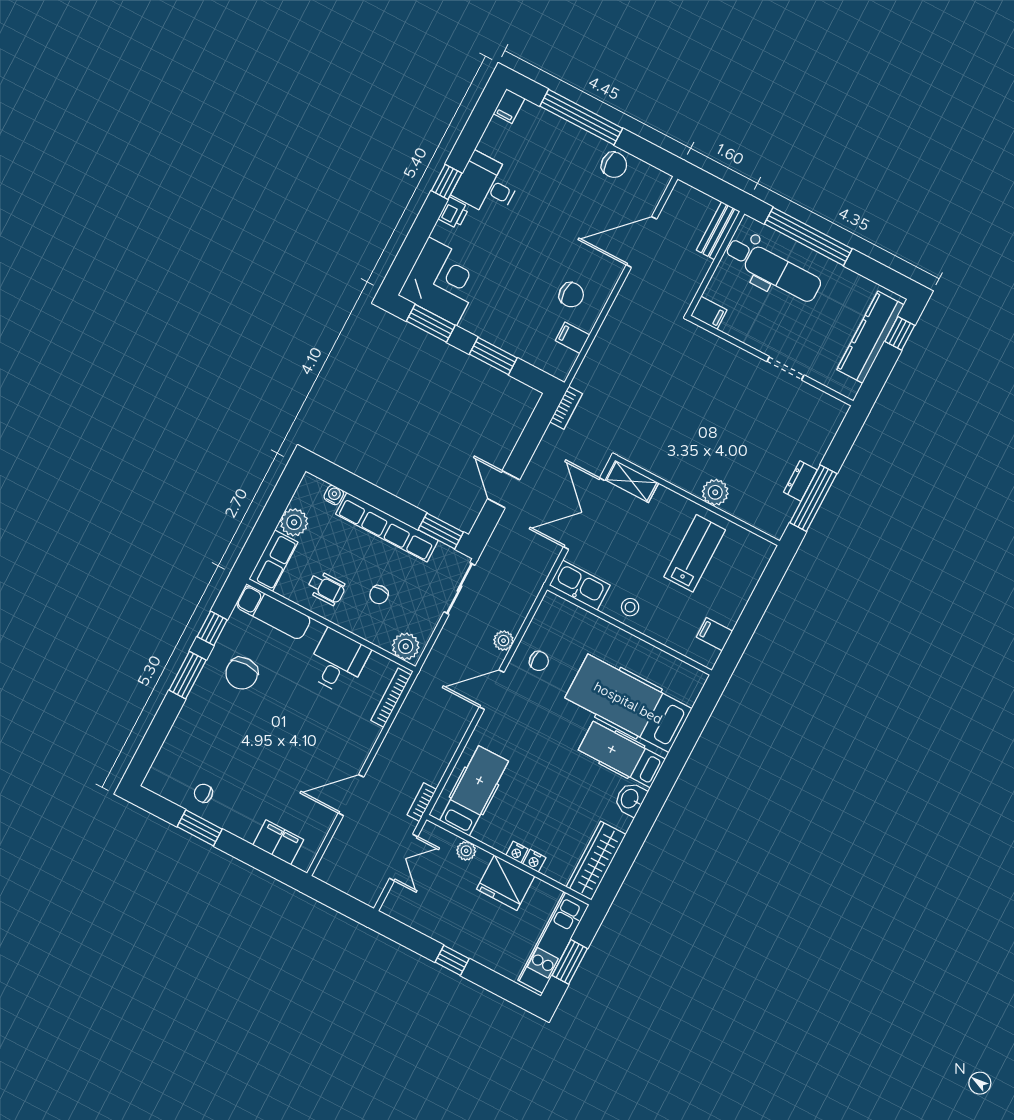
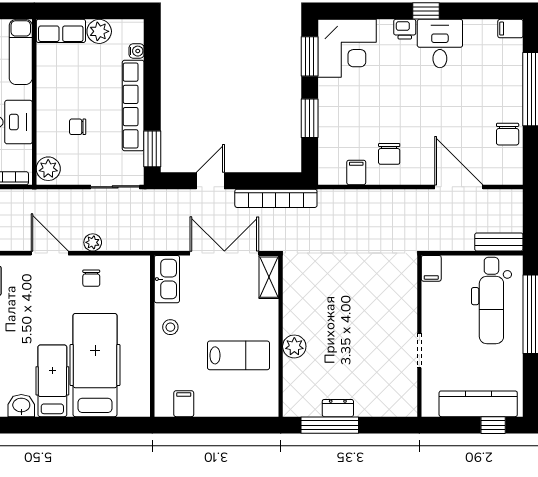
bookcase: (566, 408) -> (276, 198), width x2.31, depth x1.31
wheelchair: (326, 588) -> (61, 83), removed

